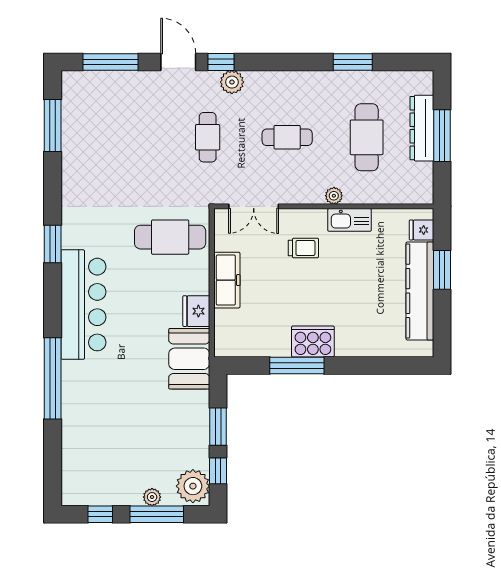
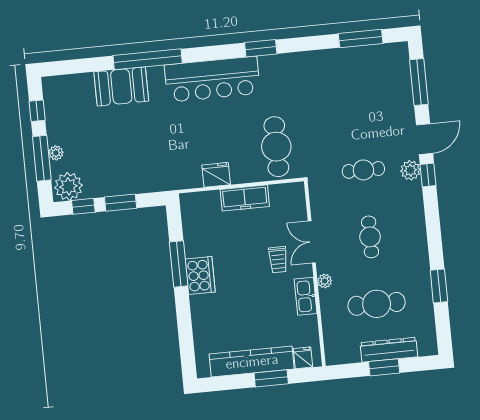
plant: (232, 82) -> (410, 170), moved
window: (442, 136) -> (384, 367), width x0.69
double door: (254, 206) -> (312, 242), moved
booth: (189, 359) -> (121, 86), moved

